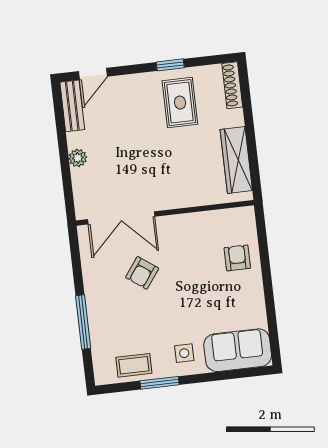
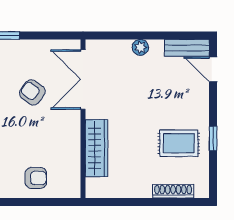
shoe rack: (232, 85) -> (173, 191), moved
wardrobe: (236, 160) -> (96, 148), moved, turned 90

